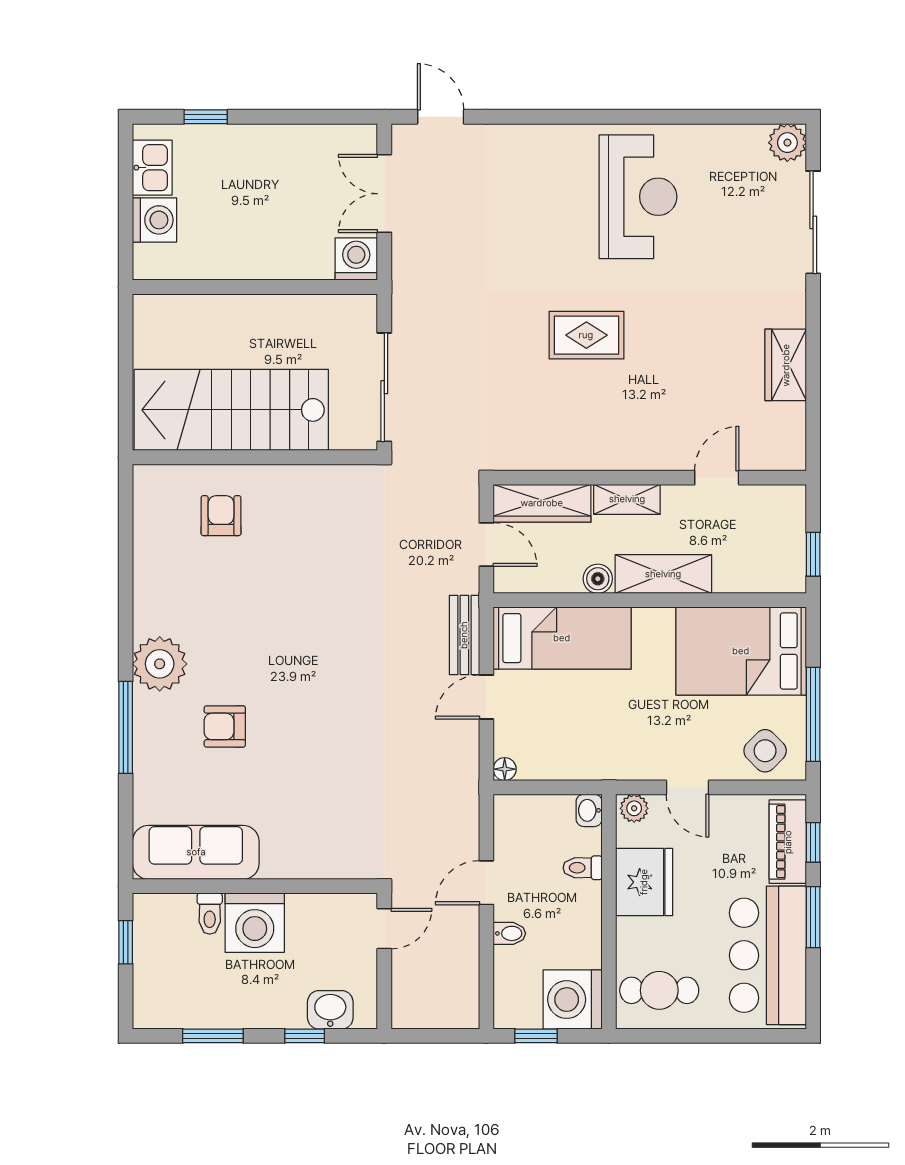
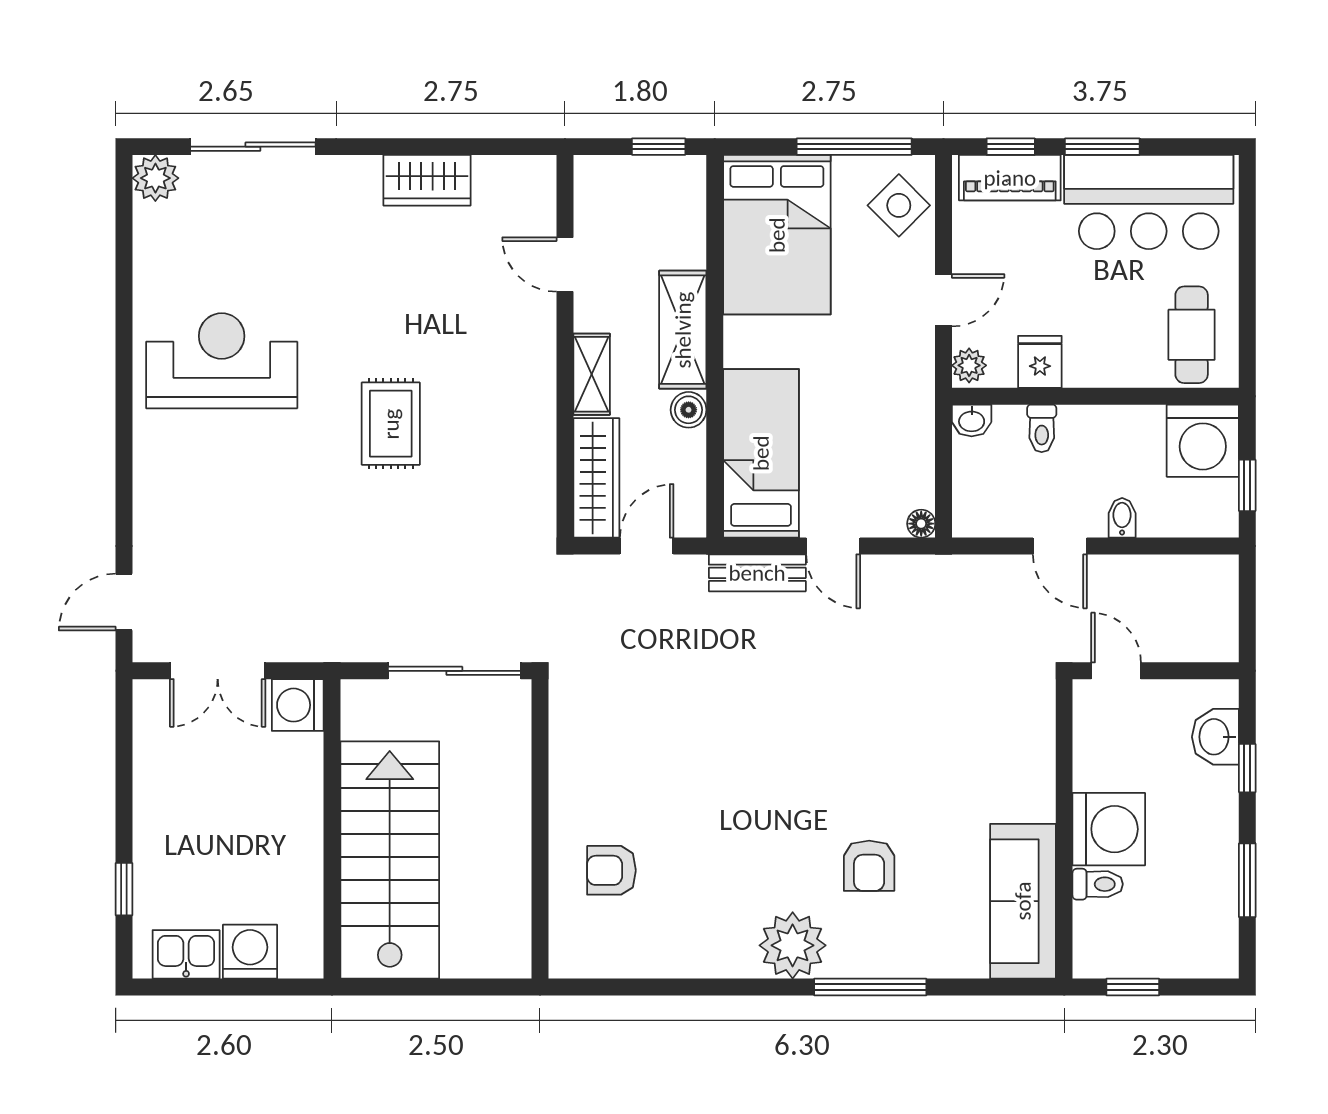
stairs: (231, 410) -> (390, 860), moved, turned 180
fridge: (644, 882) -> (1040, 362), width x0.53, depth x0.75

